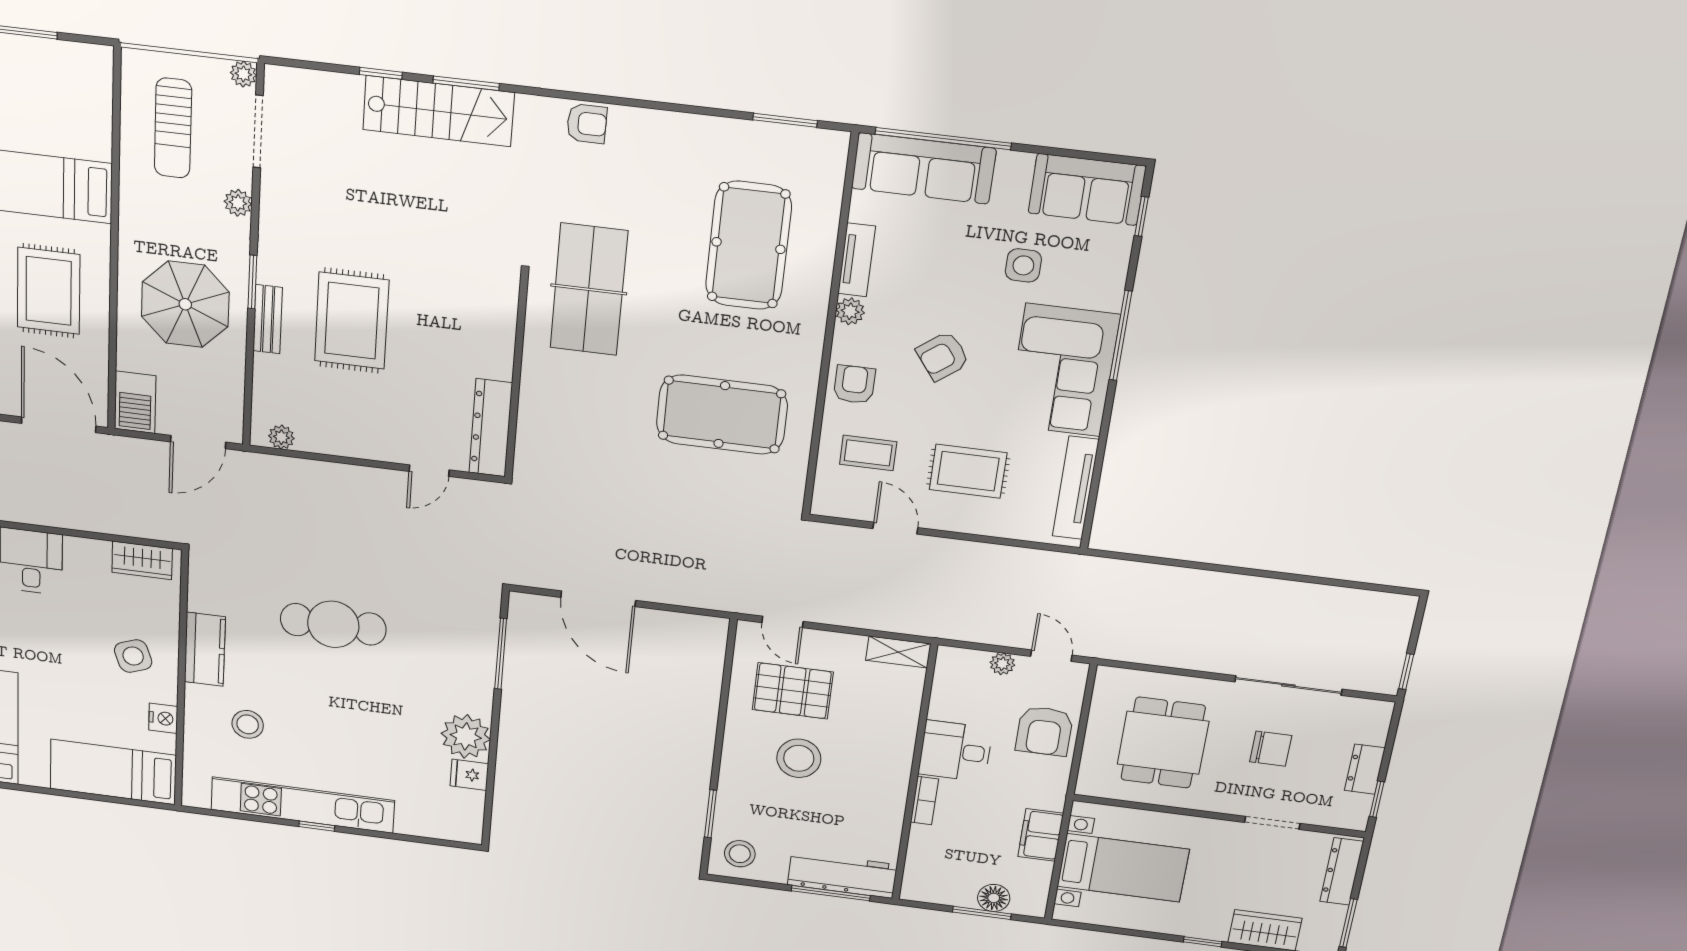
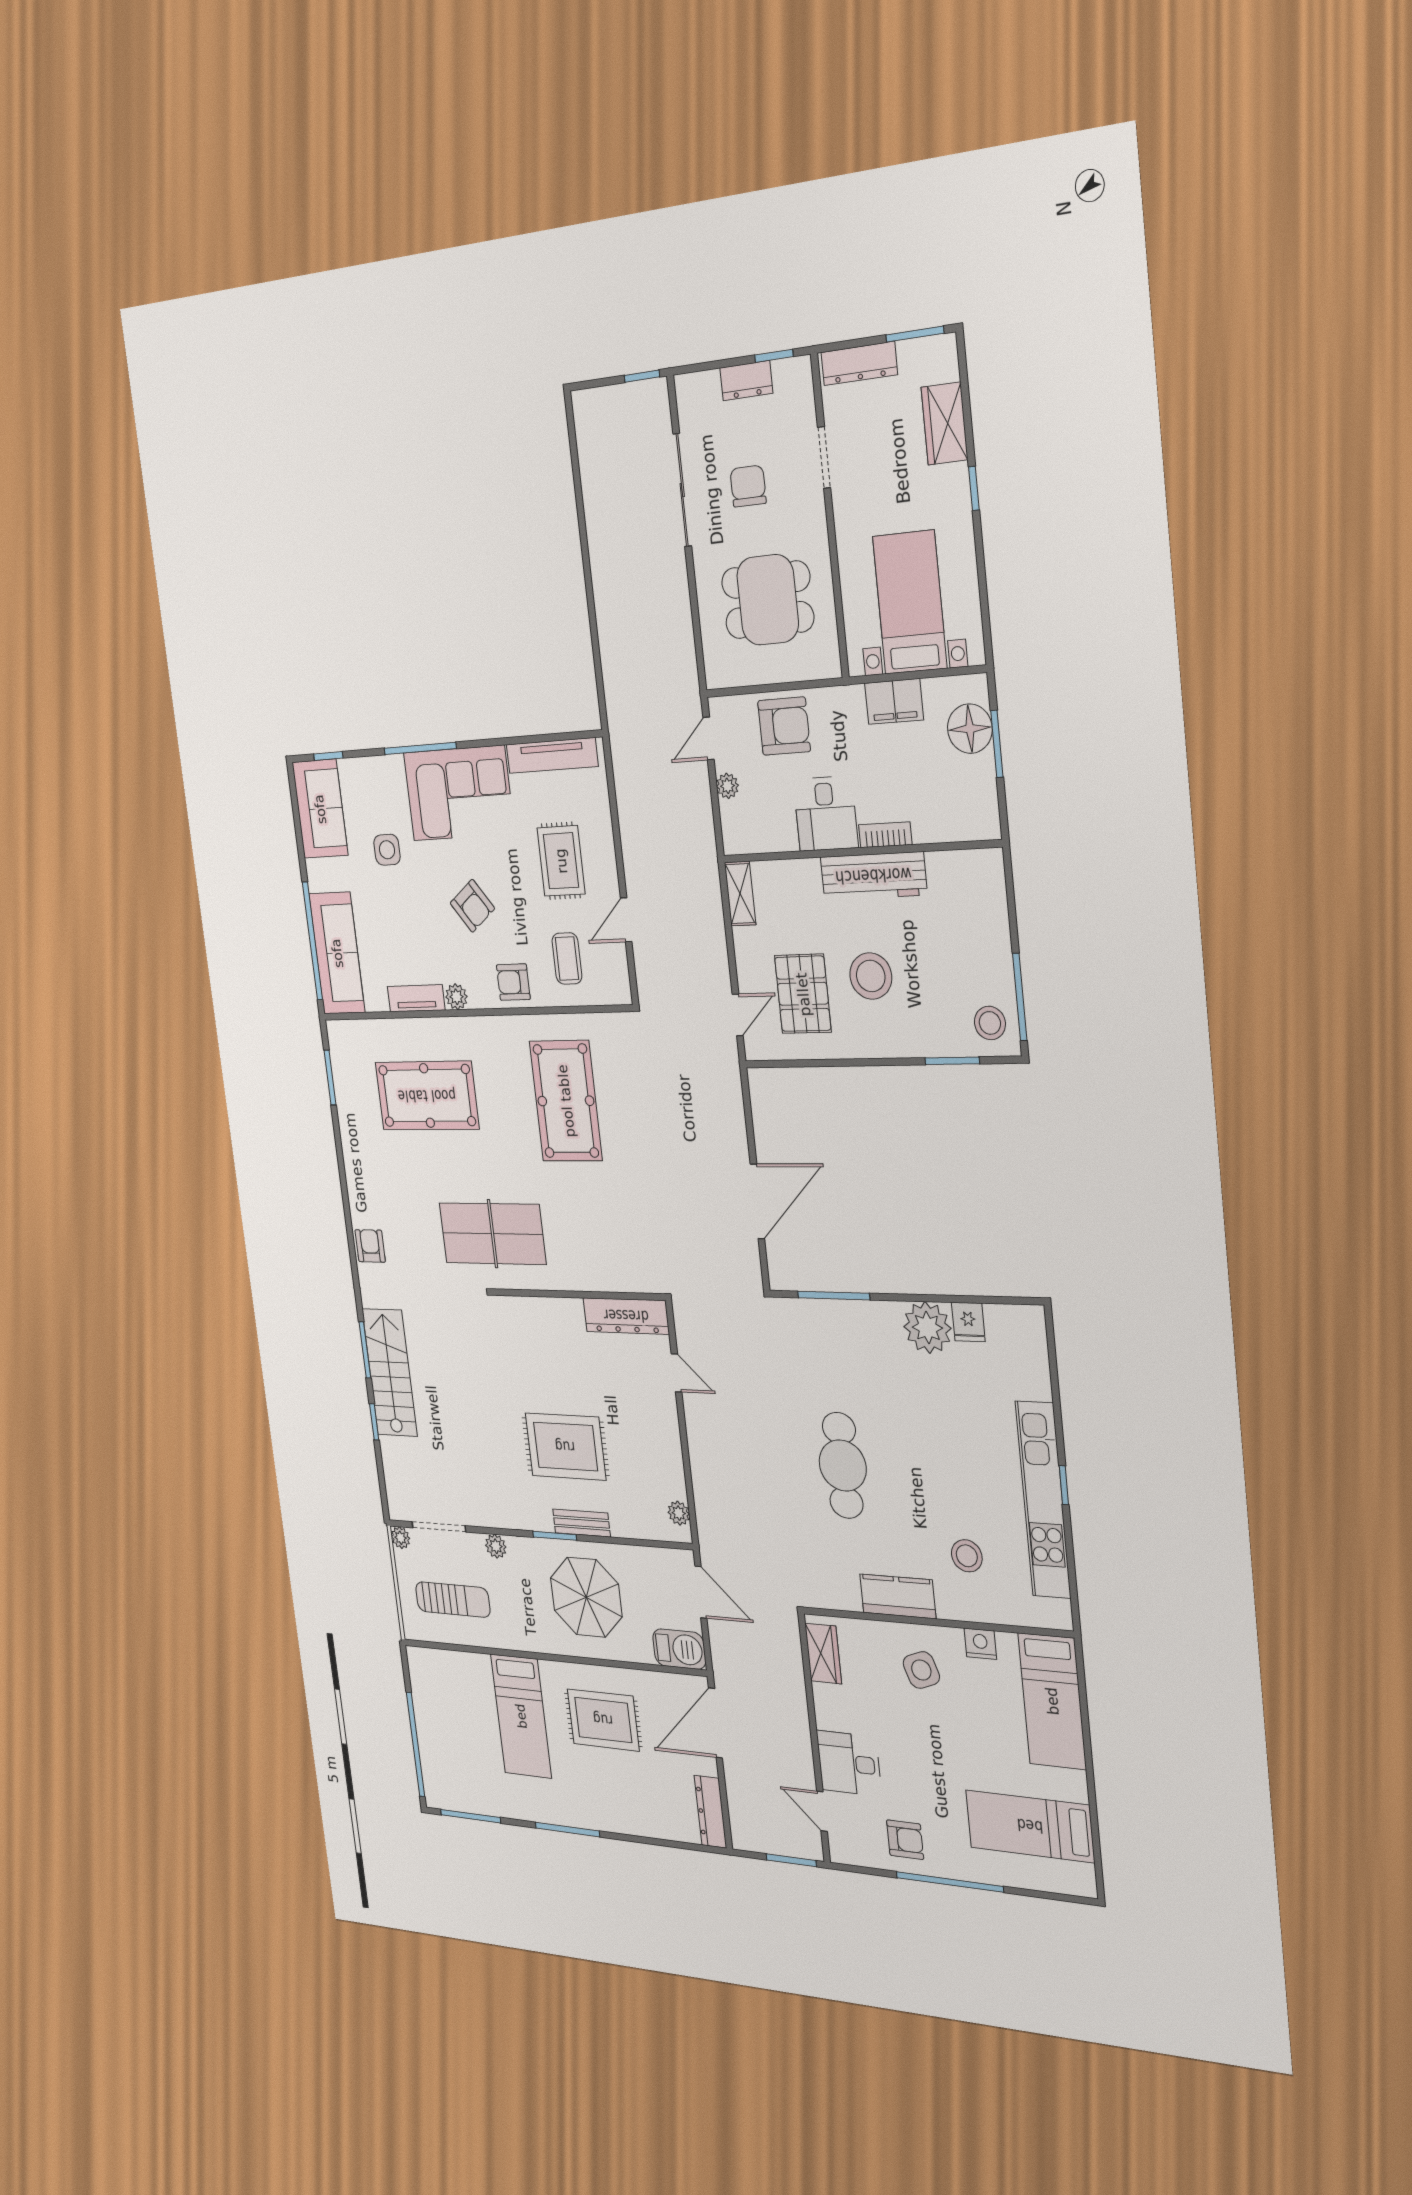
workbench: (842, 875) -> (873, 876), moved, turned -90
window: (831, 893) -> (1020, 997), moved
floor lamp: (994, 898) -> (970, 729), width x1.38, depth x1.38

